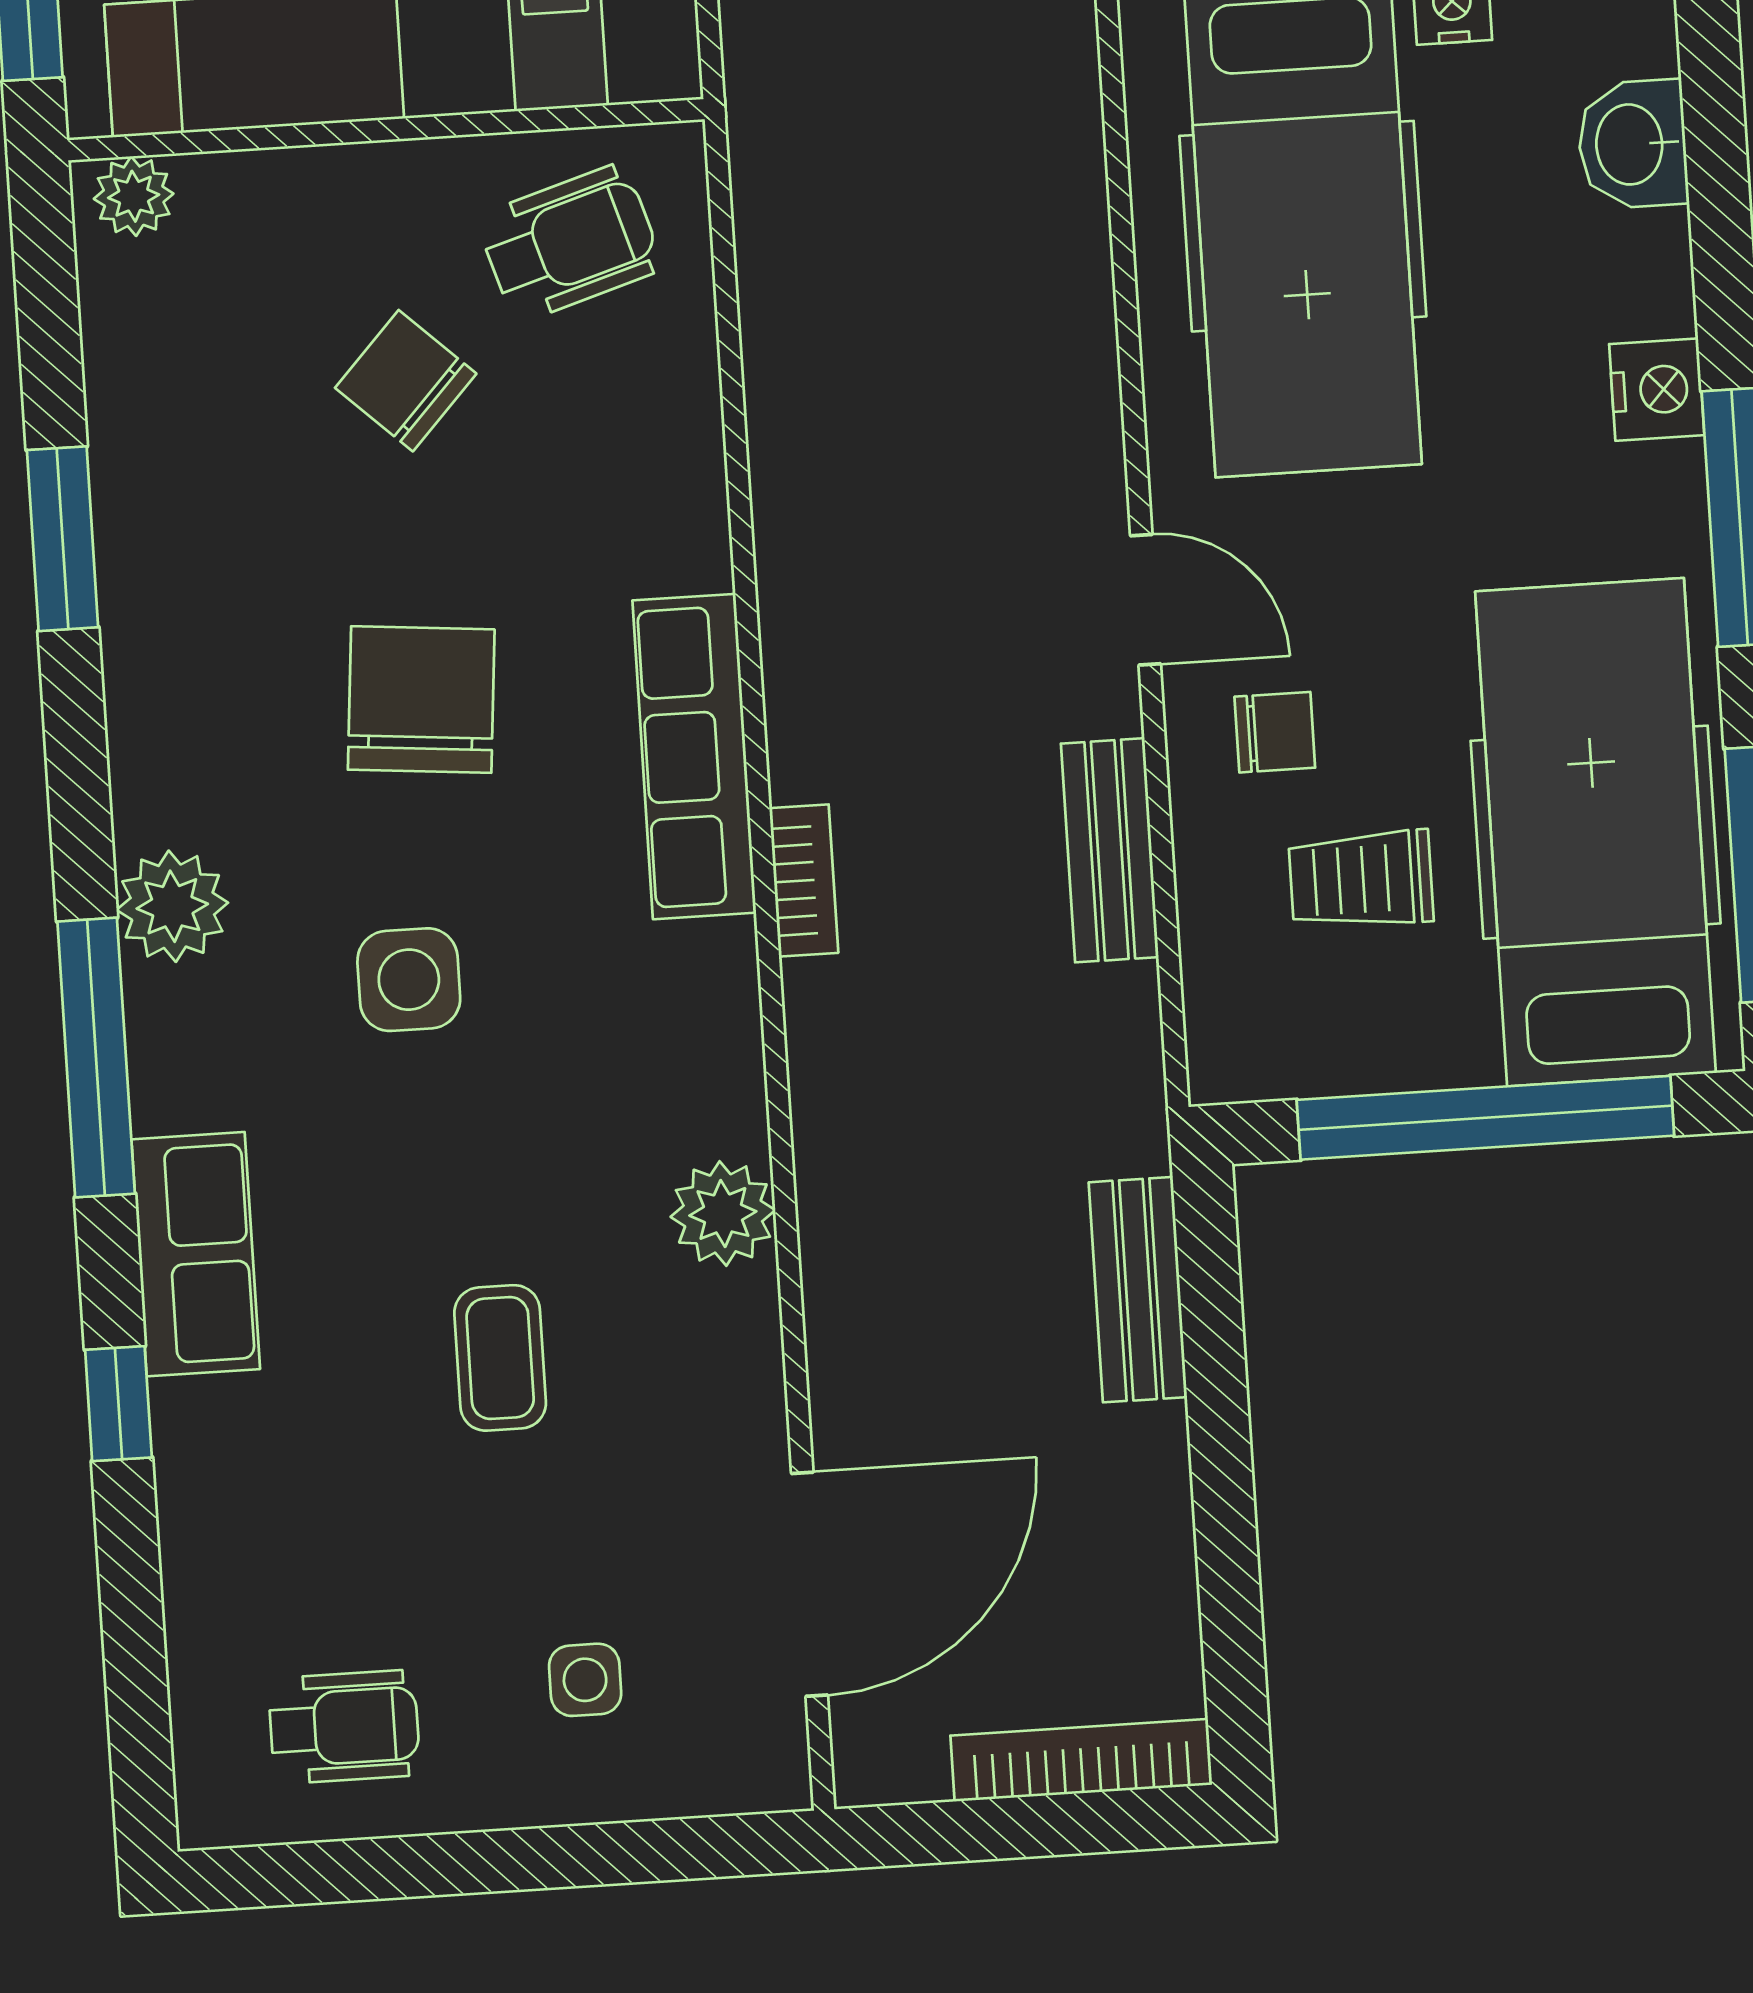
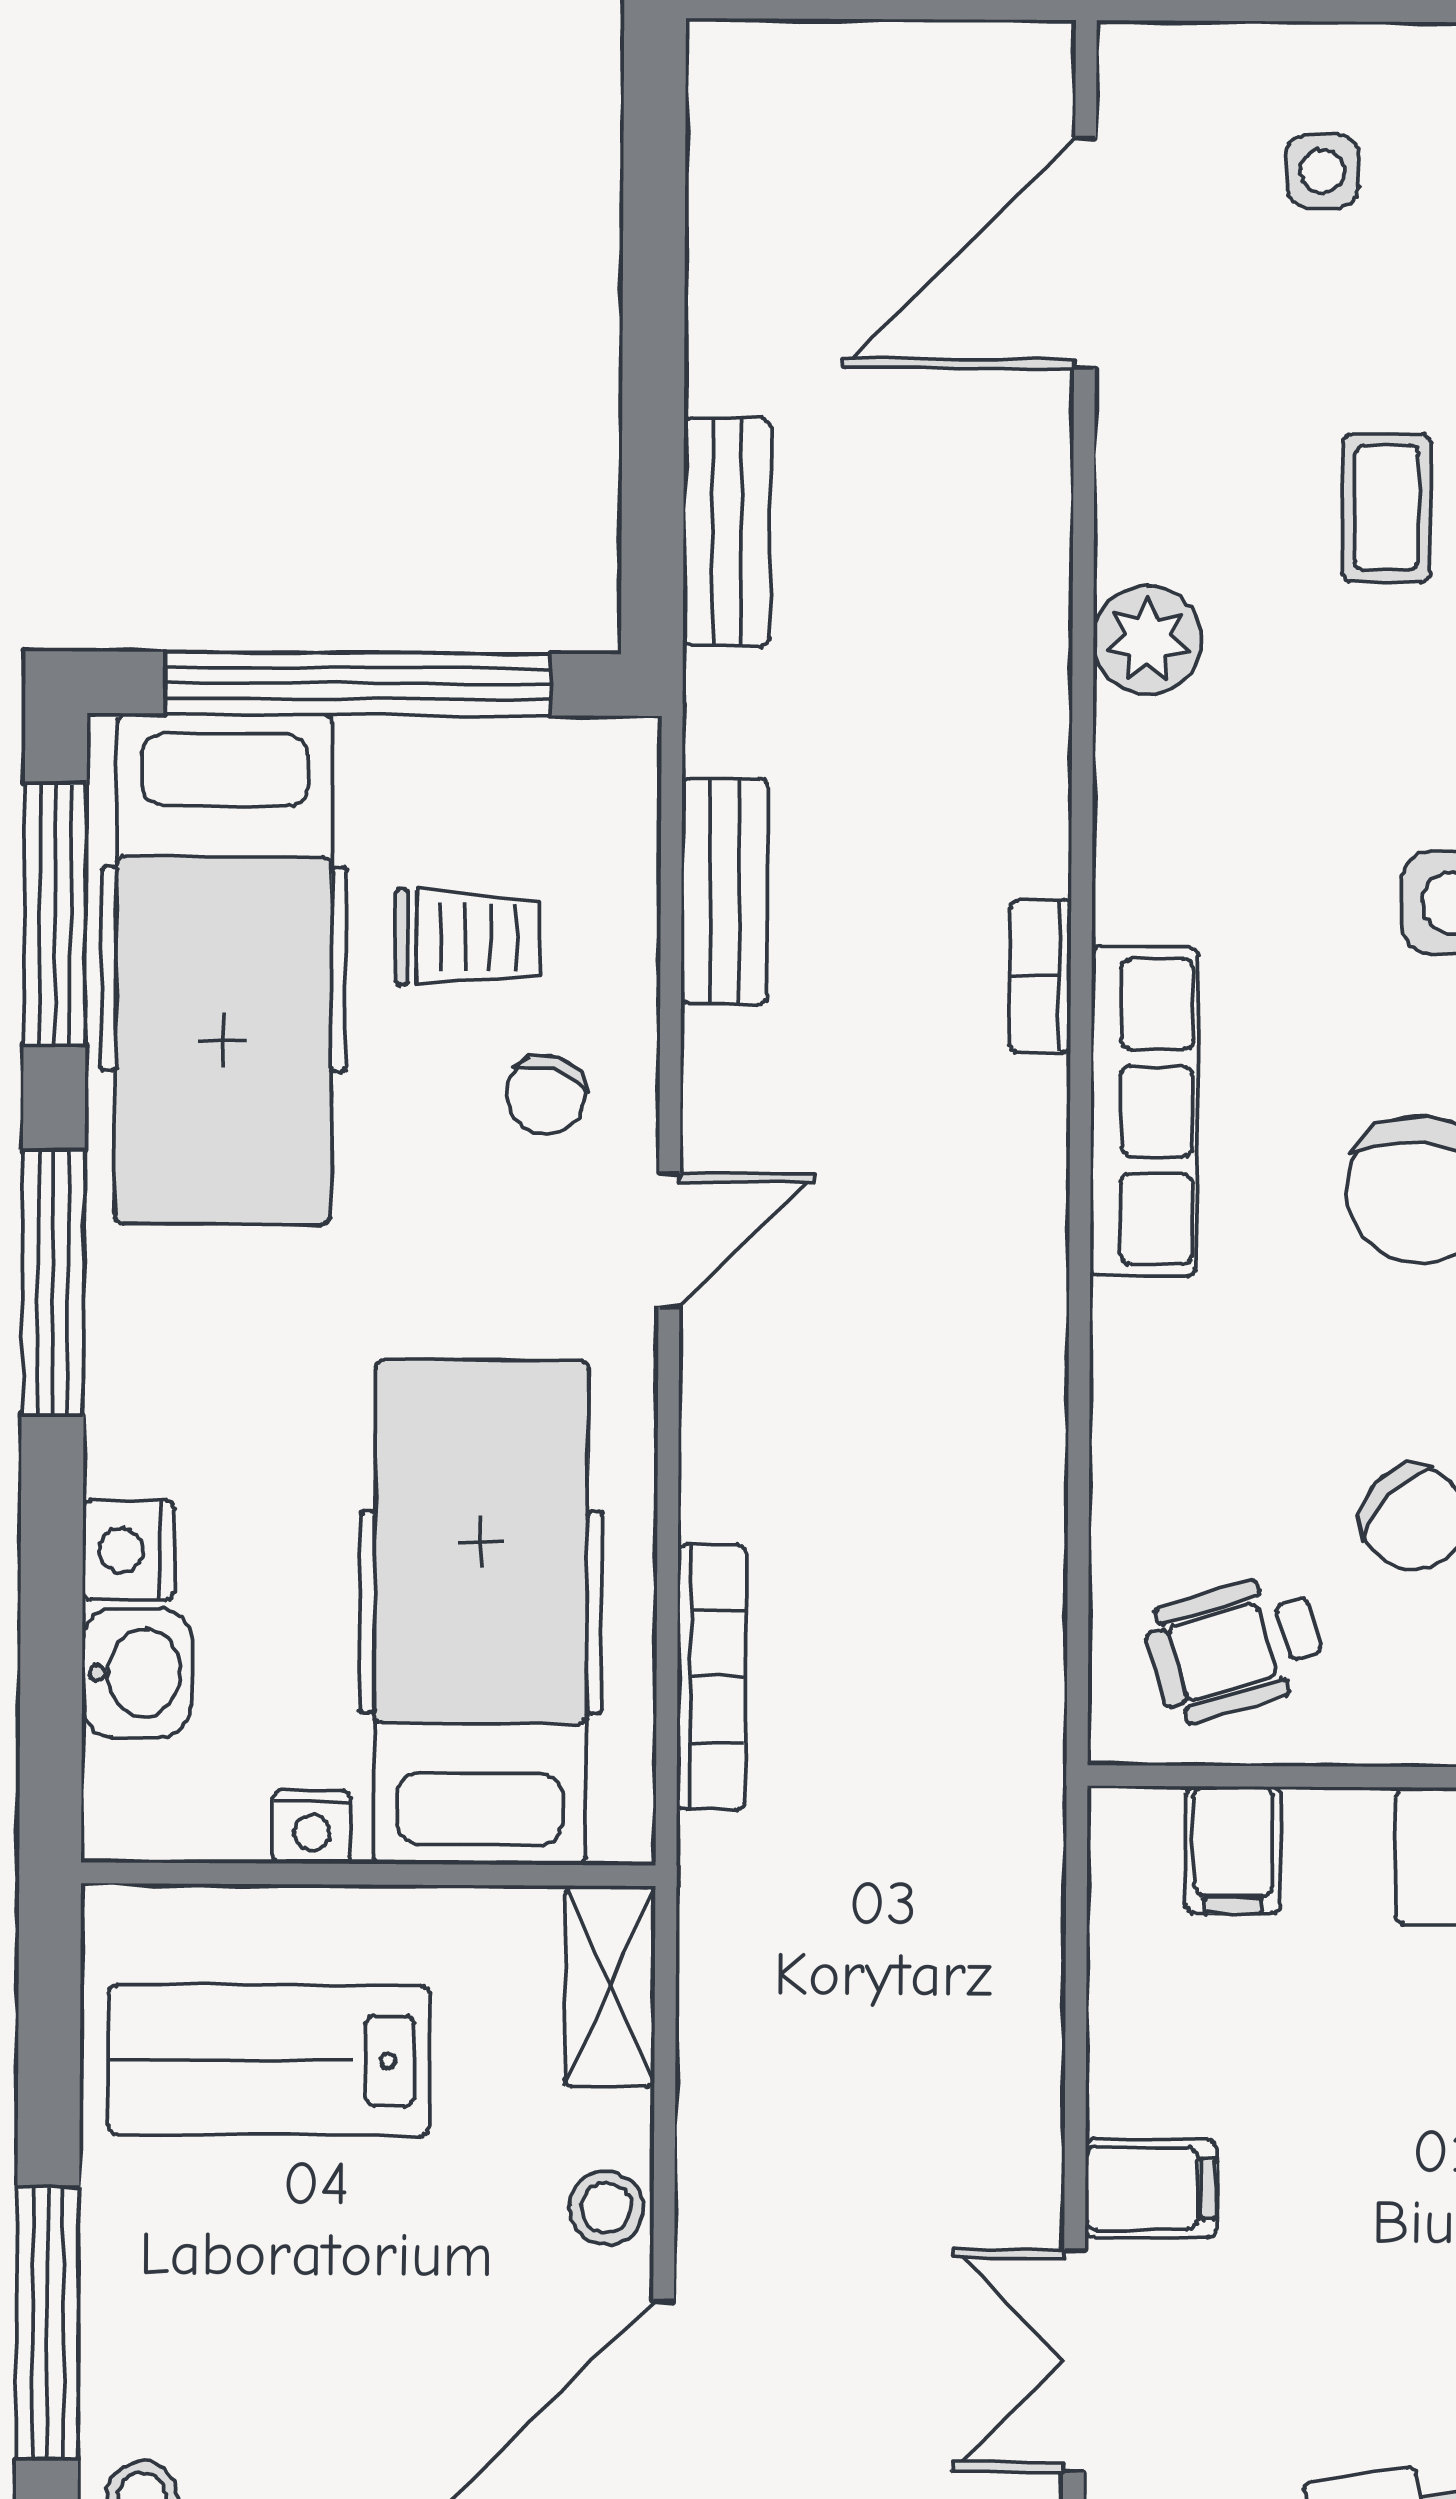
nightstand: (1657, 390) -> (128, 1550), moved
door: (1146, 600) -> (669, 1240), swing flipped
chair: (1275, 732) -> (546, 1095), turned -73
bench: (1110, 850) -> (724, 891), moved
bookcase: (1081, 1760) -> (711, 1677), moved, turned -90

